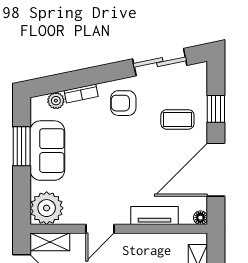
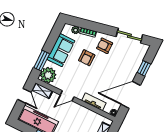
coffee table: (177, 119) -> (125, 65), removed
armchair: (101, 141) -> (87, 58), added
window: (22, 146) -> (42, 61), moved

